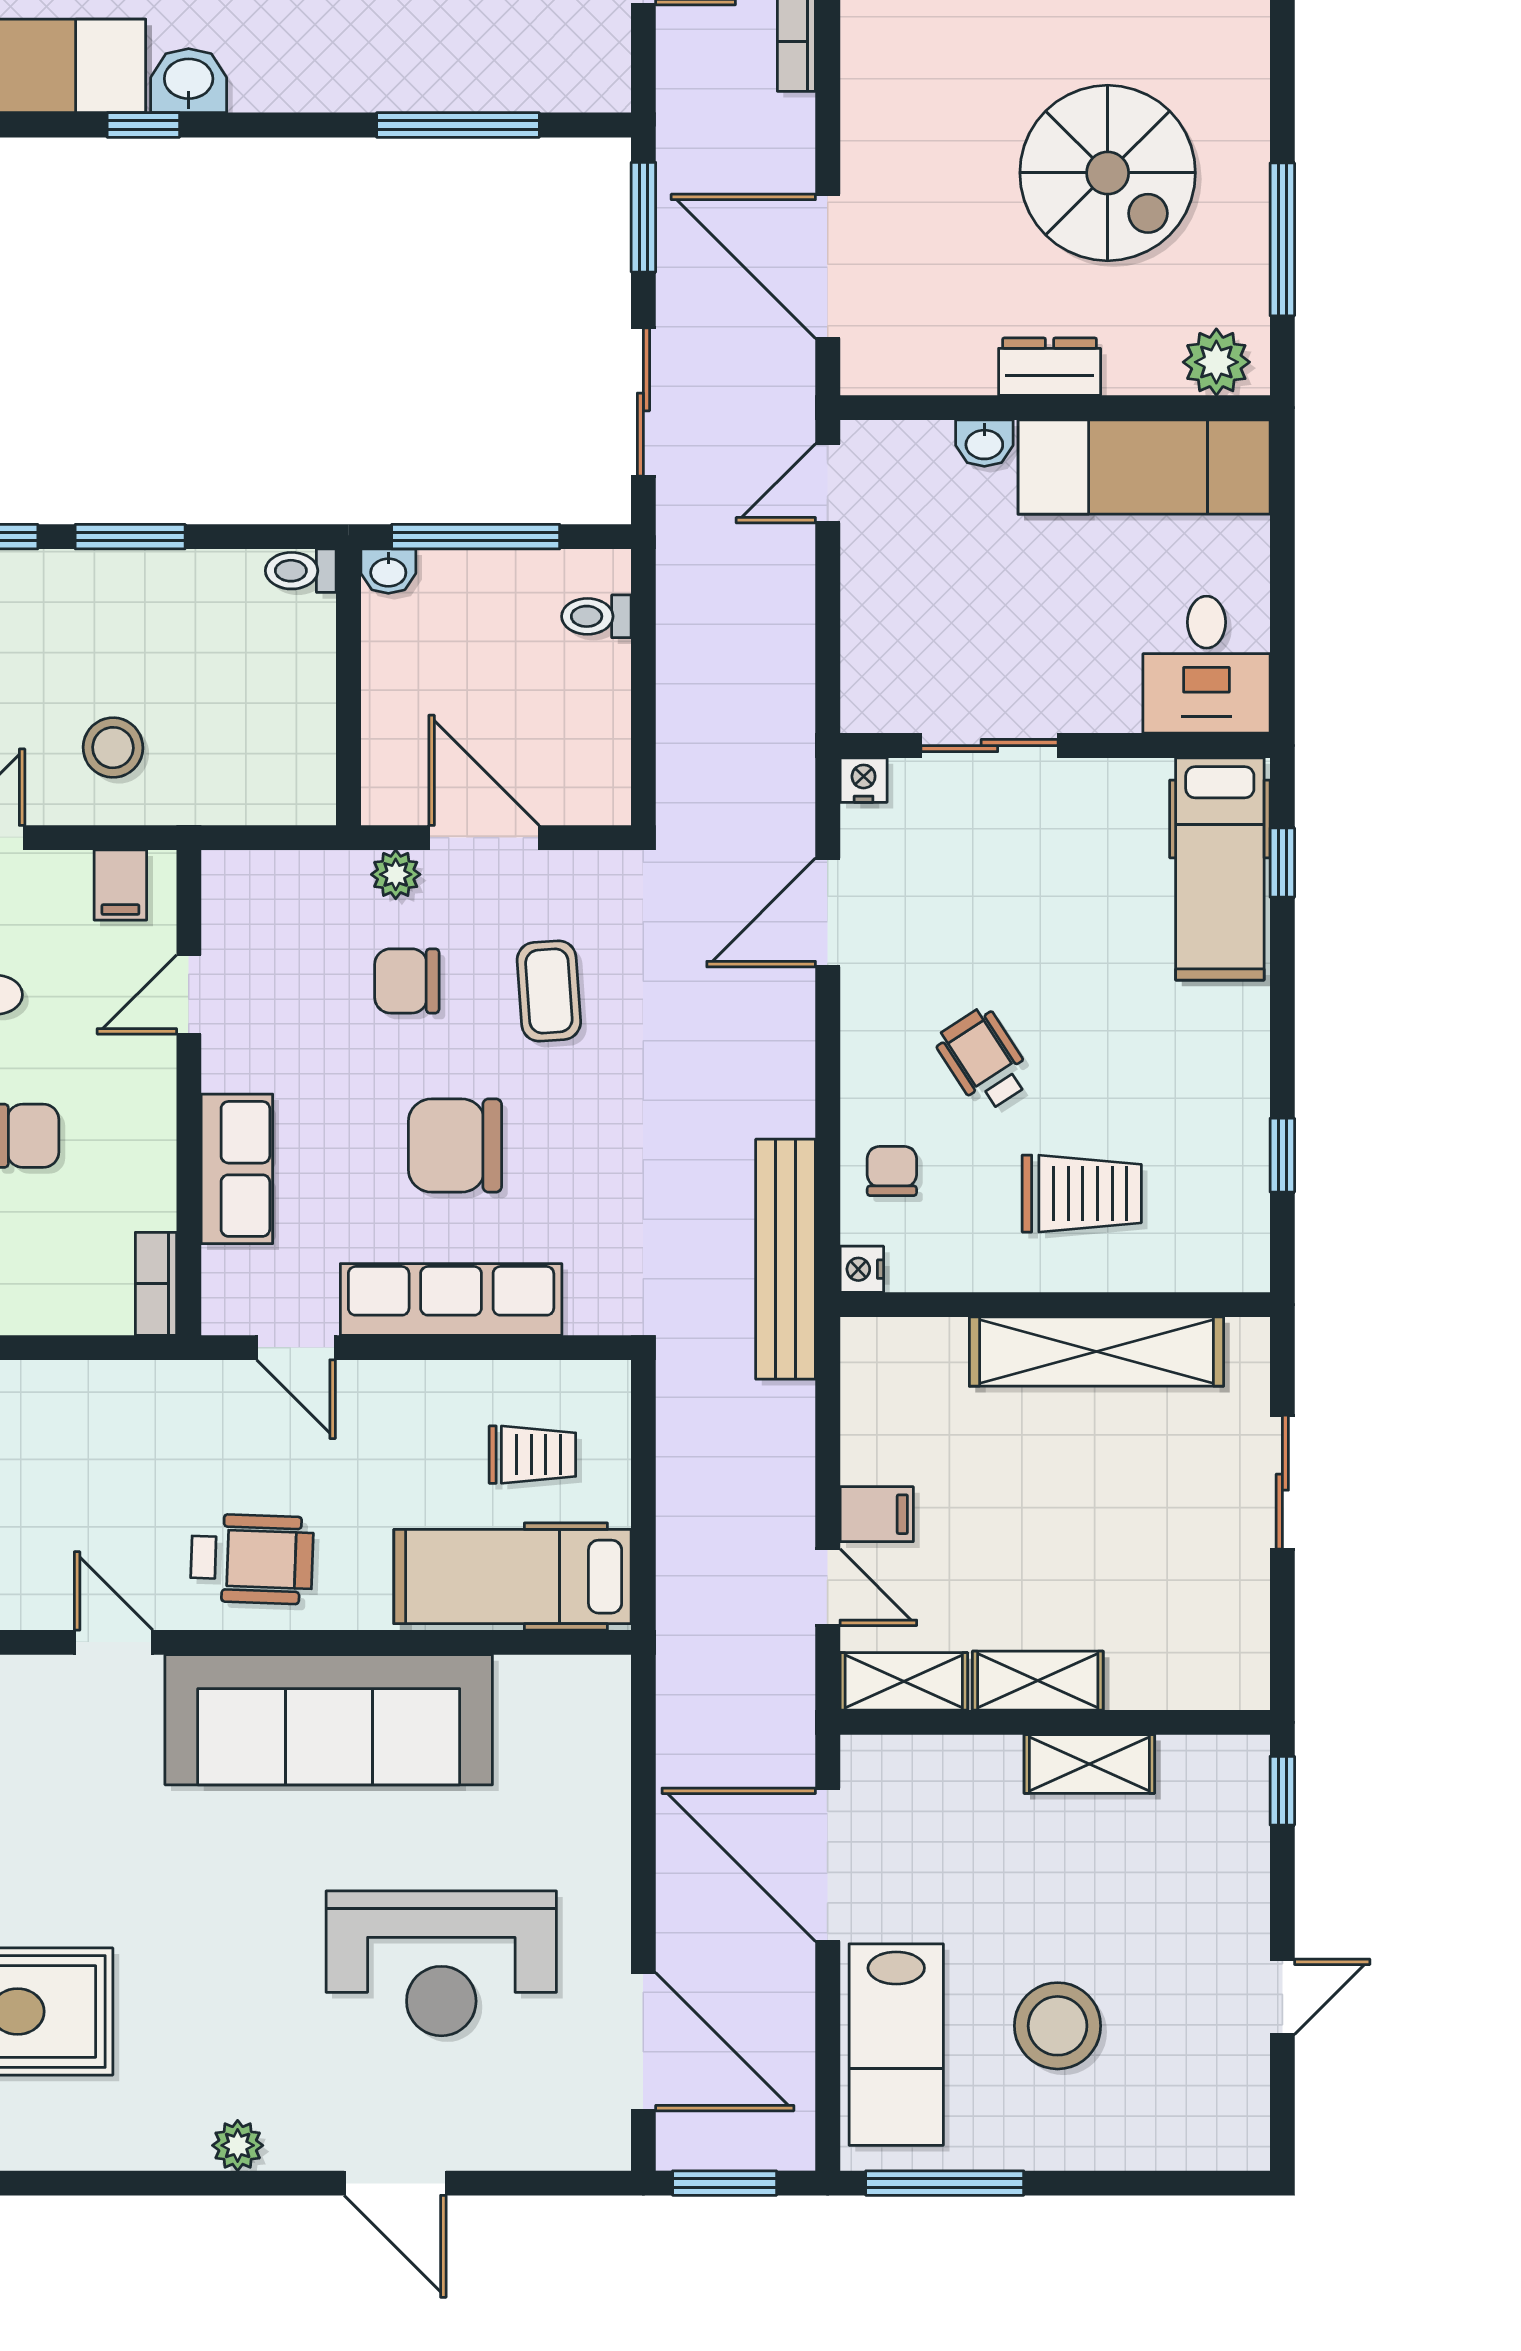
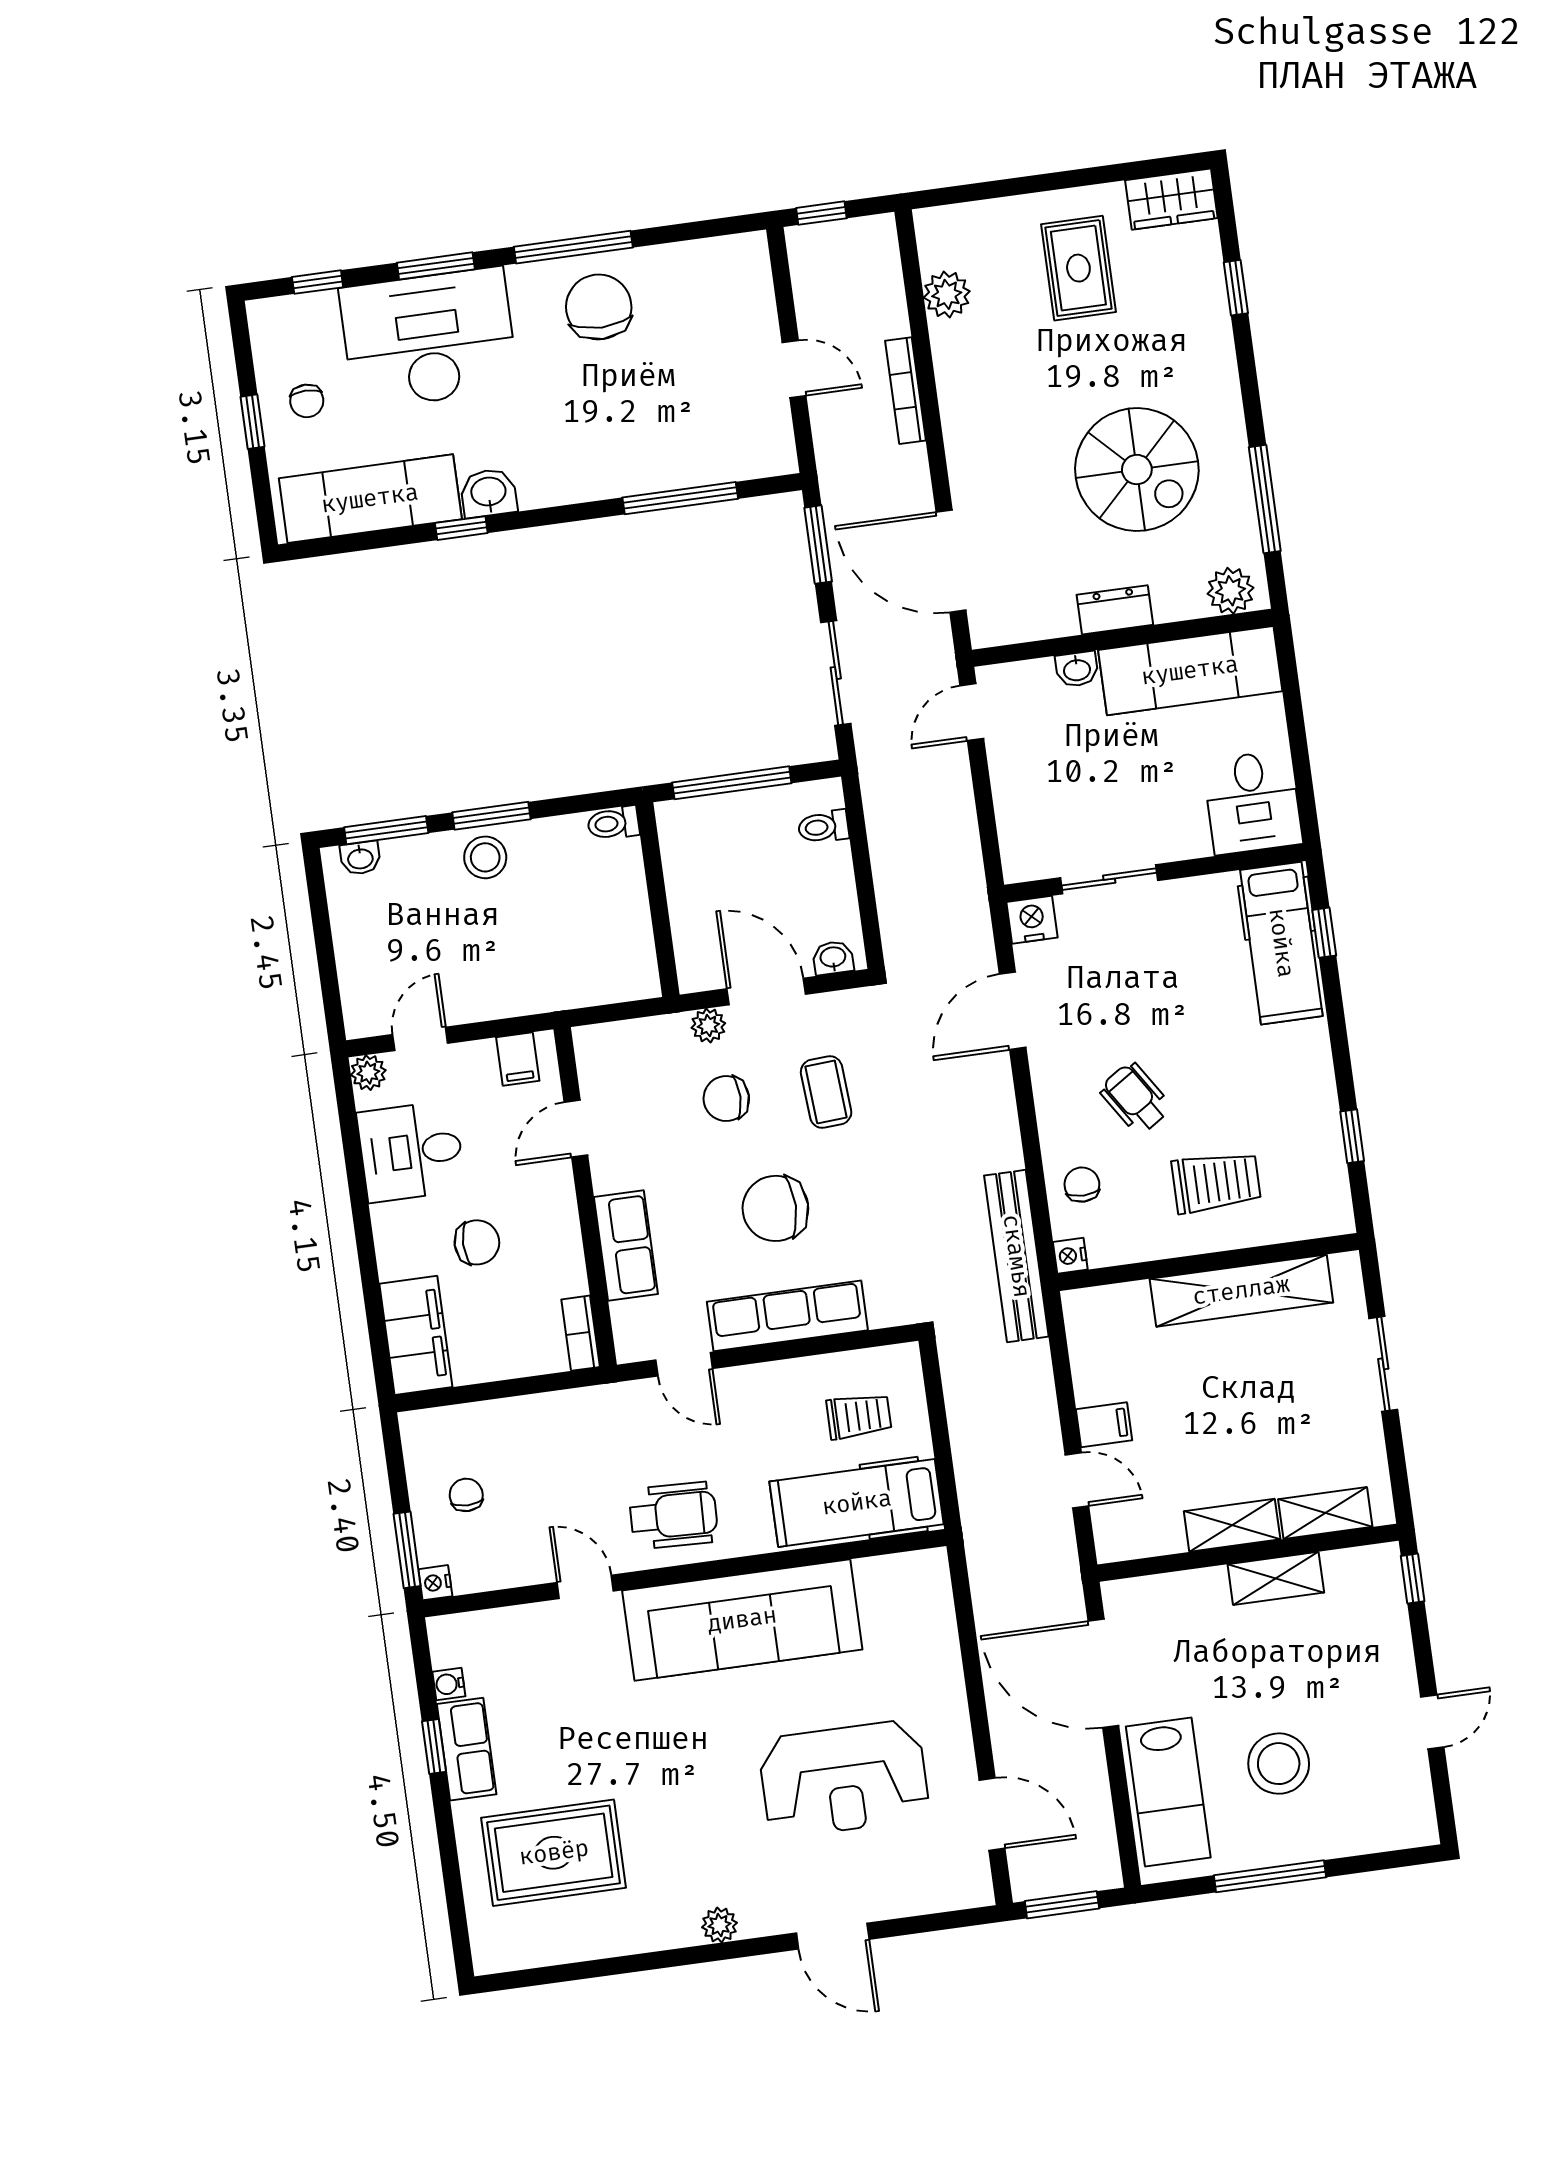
washbasin: (388, 571) -> (833, 958), moved, turned 180
stool: (113, 748) -> (485, 857), moved
nightstand: (864, 780) -> (1032, 920), width x1.39, depth x1.35
shelving: (904, 1681) -> (1325, 1513), moved
door: (643, 2042) -> (992, 1814), width x0.73
window: (945, 2183) -> (1270, 1876), moved

